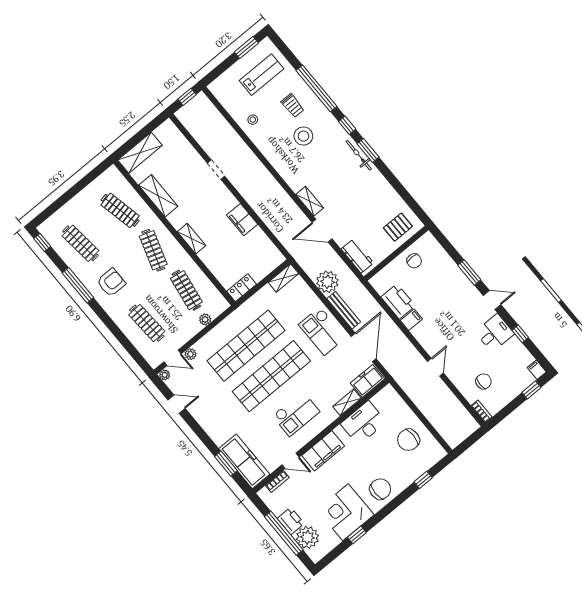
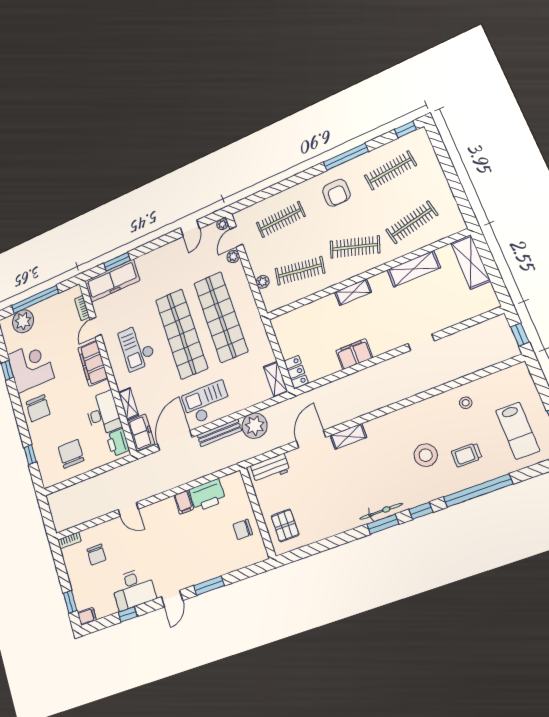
locker: (242, 288) -> (296, 372), moved
desk: (495, 333) -> (133, 589), width x1.37
door: (364, 347) -> (175, 441), swing flipped
printer: (291, 521) -> (118, 443), moved, turned 90

